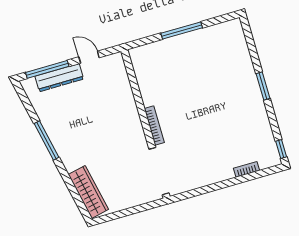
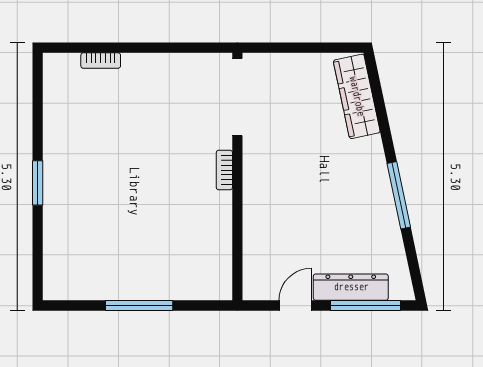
door: (89, 57) -> (295, 306), swing flipped
bookcase: (154, 126) -> (224, 170), width x0.64
window: (281, 149) -> (38, 77), removed

